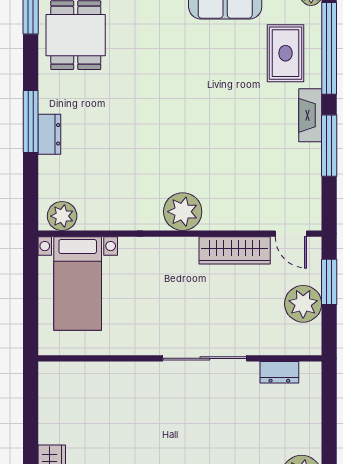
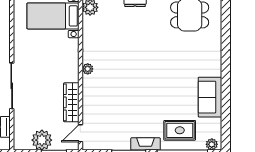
plant: (183, 212) -> (88, 69), width x0.53, depth x0.53

